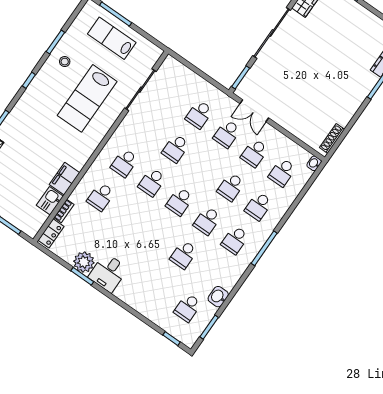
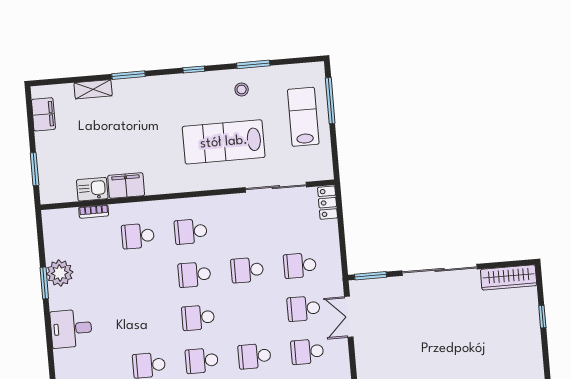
locker: (51, 233) -> (328, 203), moved, turned 90
desk: (108, 273) -> (71, 329), moved

